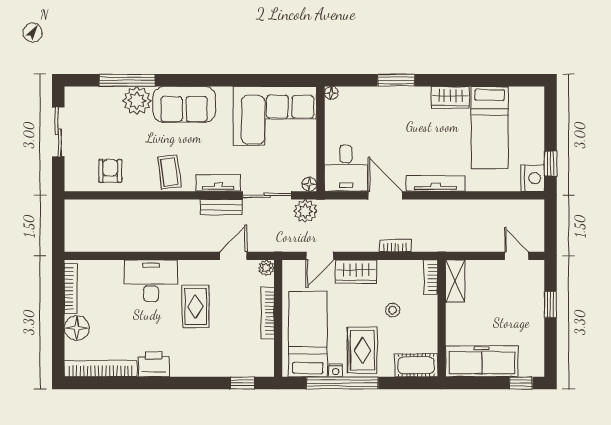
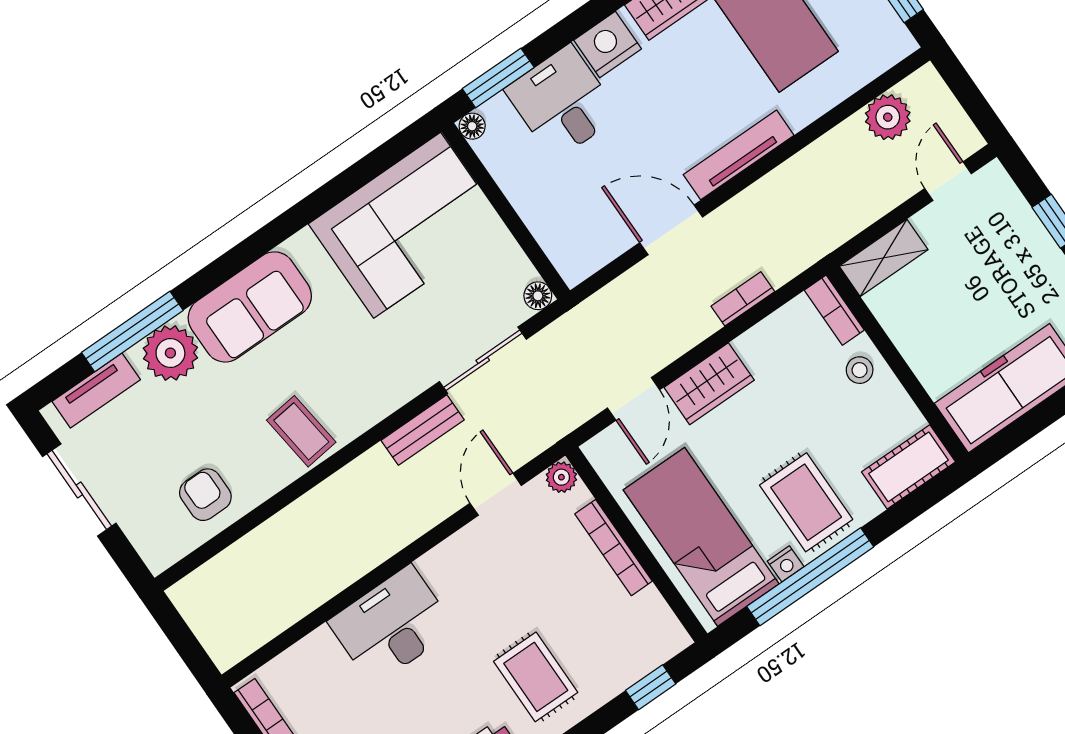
window: (396, 80) -> (498, 78), moved
desk: (346, 168) -> (562, 102), moved, turned 180
nightstand: (533, 178) -> (608, 44), moved, turned -90
tv unit: (218, 183) -> (96, 391), moved, turned 180
plant: (305, 211) -> (888, 117), moved
door: (517, 256) -> (948, 181), hinge flipped
shelving: (455, 281) -> (884, 258), moved, turned 90
rug: (196, 306) -> (536, 677), moved
stool: (393, 310) -> (860, 370), moved

